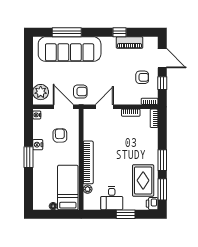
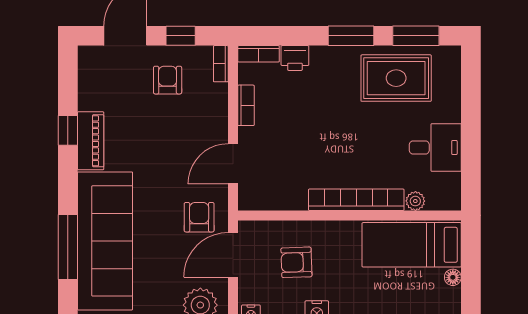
piano: (130, 43) -> (91, 141), moved
door: (104, 107) -> (233, 164), hinge flipped
printer: (152, 204) -> (295, 58), moved
window: (126, 214) -> (471, 117), removed

